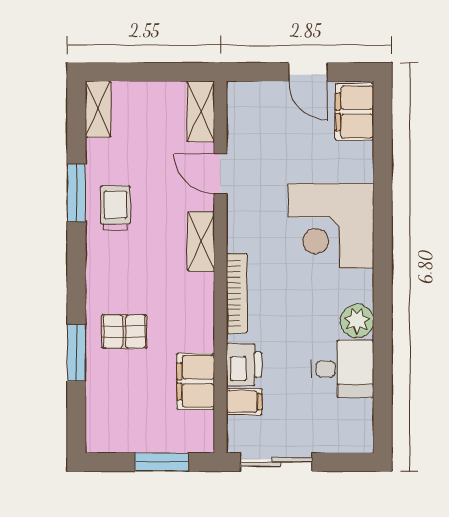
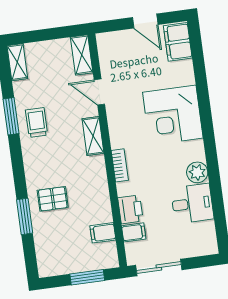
bookcase: (237, 293) -> (120, 165), width x0.64
filing cabinet: (196, 381) -> (103, 233), width x0.50

